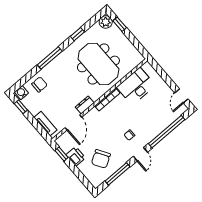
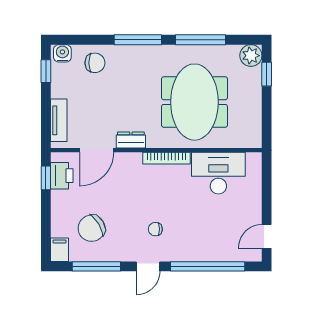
window: (77, 34) -> (200, 40), width x2.17
printer: (76, 156) -> (62, 176), moved
filing cabinet: (95, 181) -> (60, 250), added

